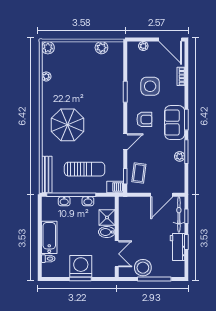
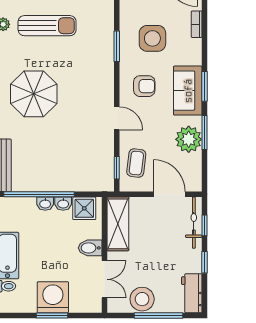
door: (125, 142) -> (117, 118), hinge flipped
plant: (180, 156) -> (189, 139), width x1.88, depth x1.88
sun lounger: (85, 169) -> (47, 26), moved
barbecue: (115, 187) -> (102, 183), removed
door: (162, 195) -> (169, 194), swing flipped
washbasin: (64, 201) -> (45, 204), moved
shelving: (126, 215) -> (118, 224), added
shower: (107, 217) -> (84, 208), moved
workbench: (177, 247) -> (192, 293), moved

